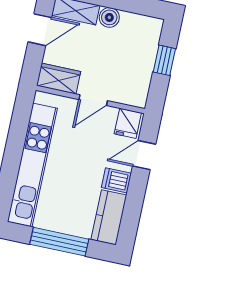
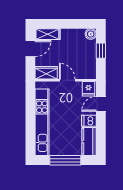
boiler: (109, 17) -> (91, 34), moved
door: (93, 100) -> (67, 80), swing flipped

